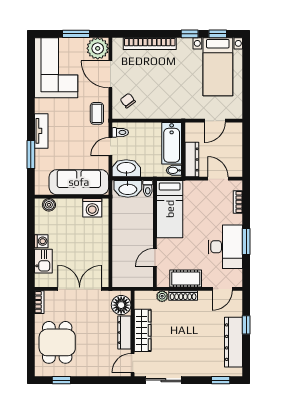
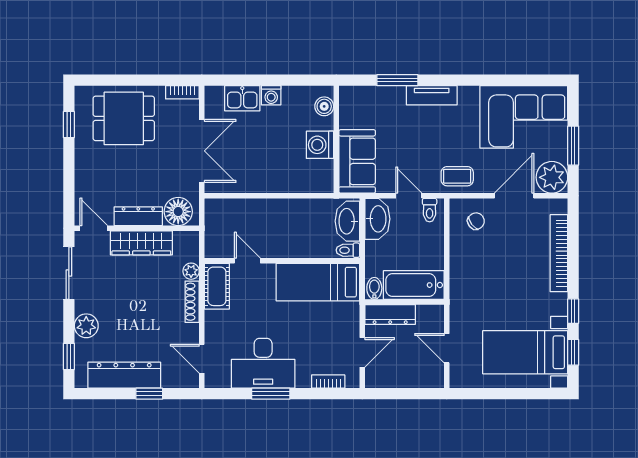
sofa: (79, 182) -> (357, 161), width x0.73
washing machine: (92, 208) -> (320, 145), moved
cot: (186, 278) -> (217, 286), moved
plant: (200, 368) -> (86, 326), added

